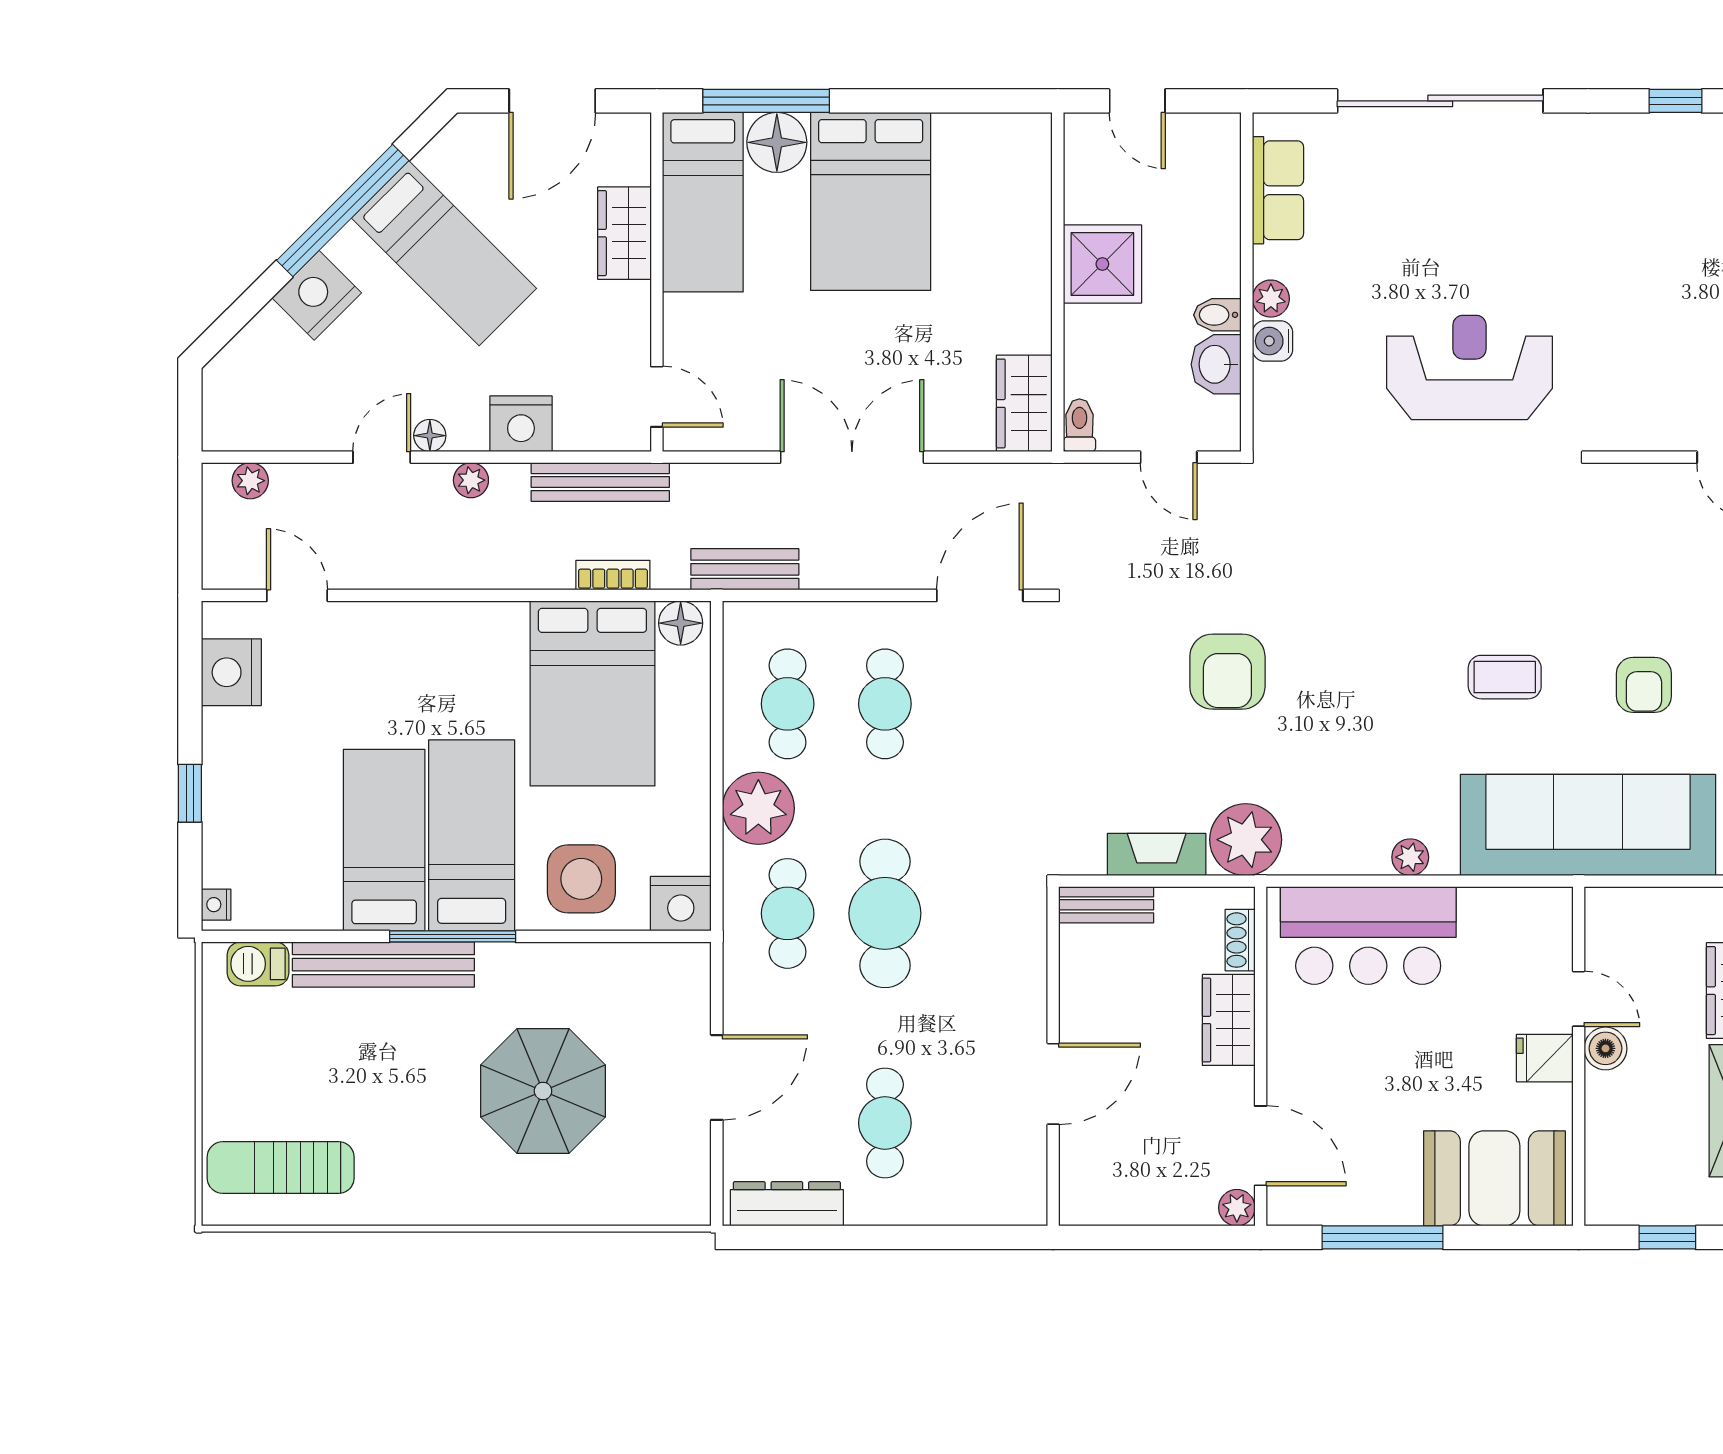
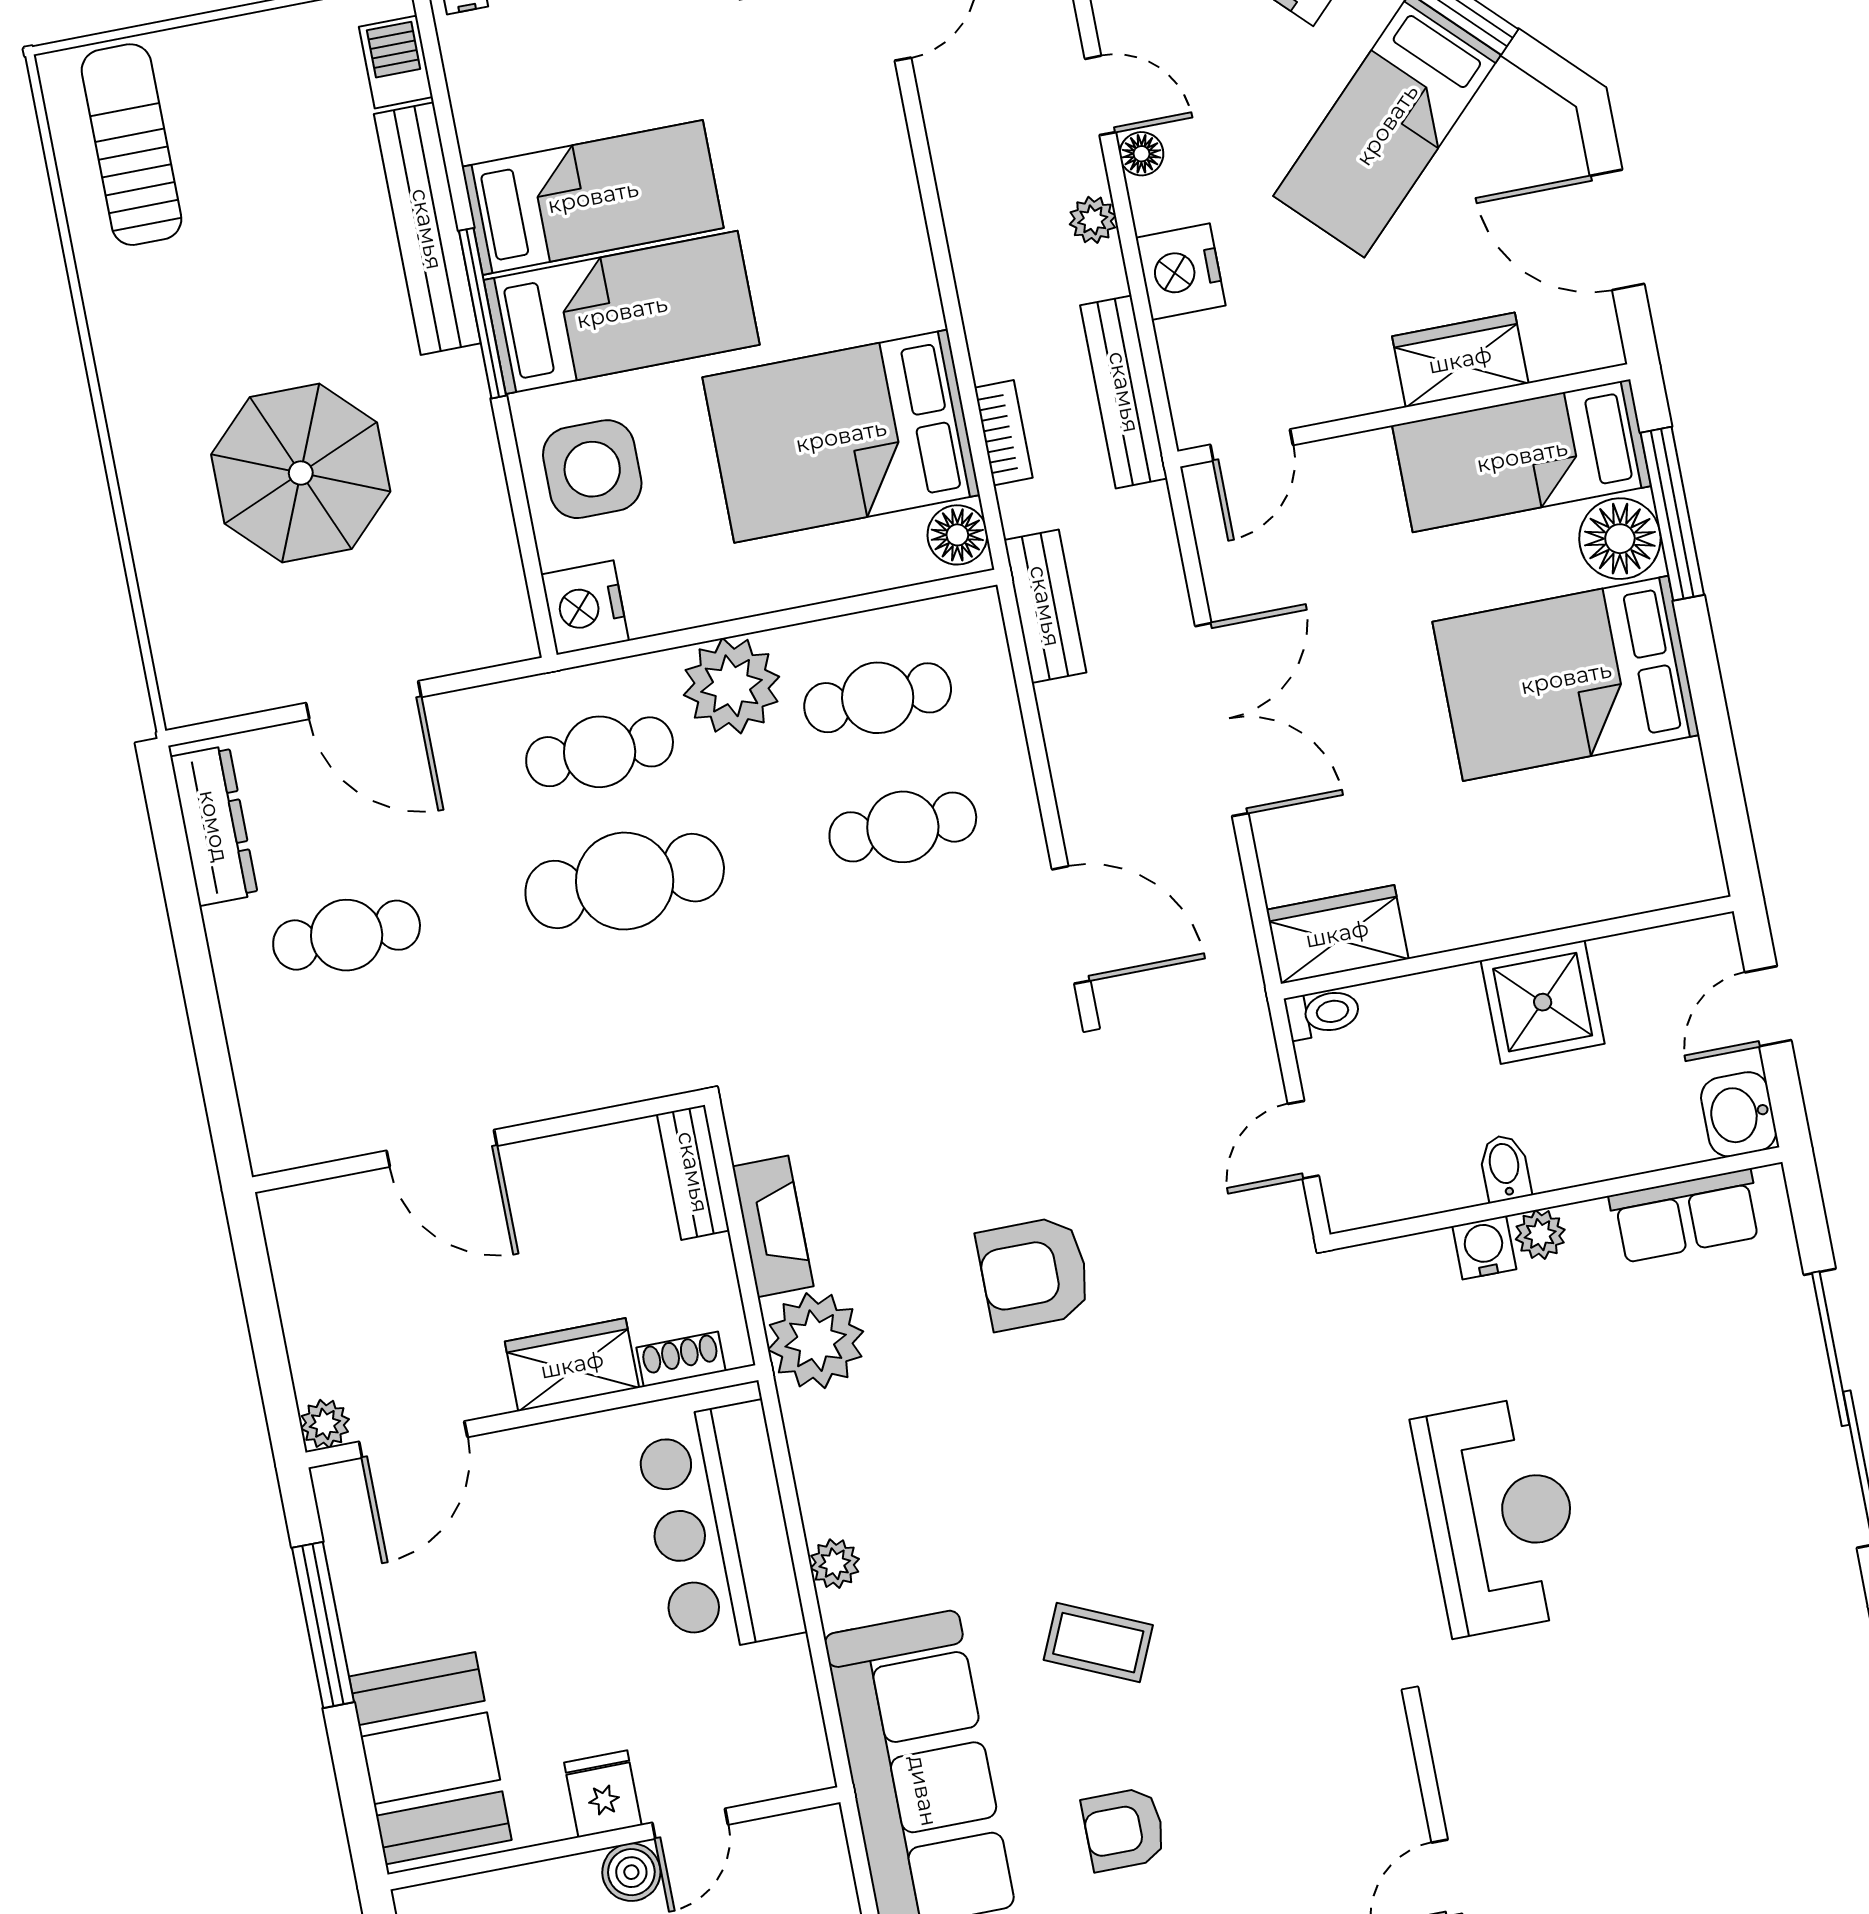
washbasin: (1216, 364) -> (1739, 1114), moved, turned -90
coffee table: (1505, 677) -> (1098, 1643), turned -66

